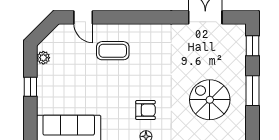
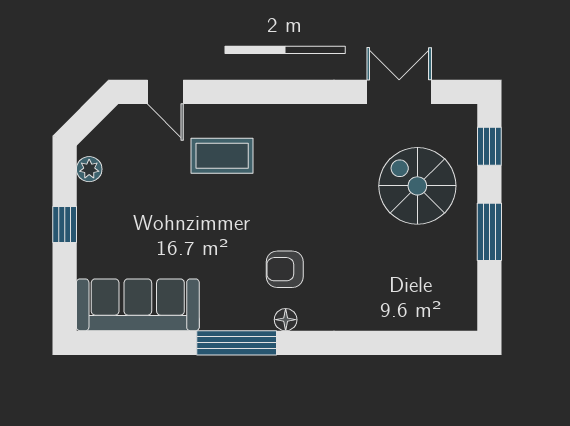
spiral stairs: (210, 100) -> (417, 186), moved
armchair: (146, 110) -> (285, 269), turned 180

